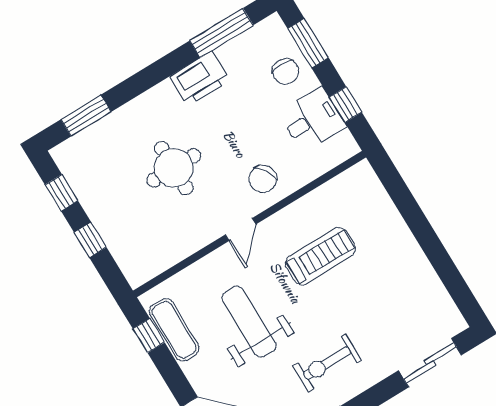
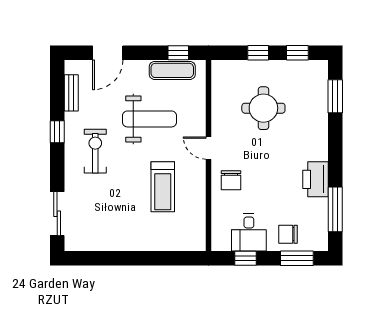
round table: (174, 168) -> (263, 108), moved
chair: (263, 179) -> (231, 180), turned -149

